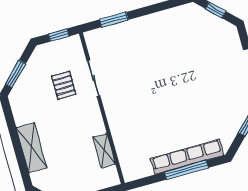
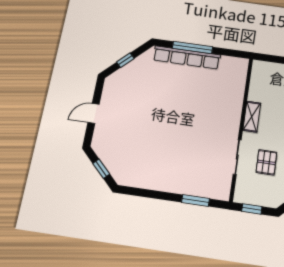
shelving: (104, 151) -> (252, 117), moved

